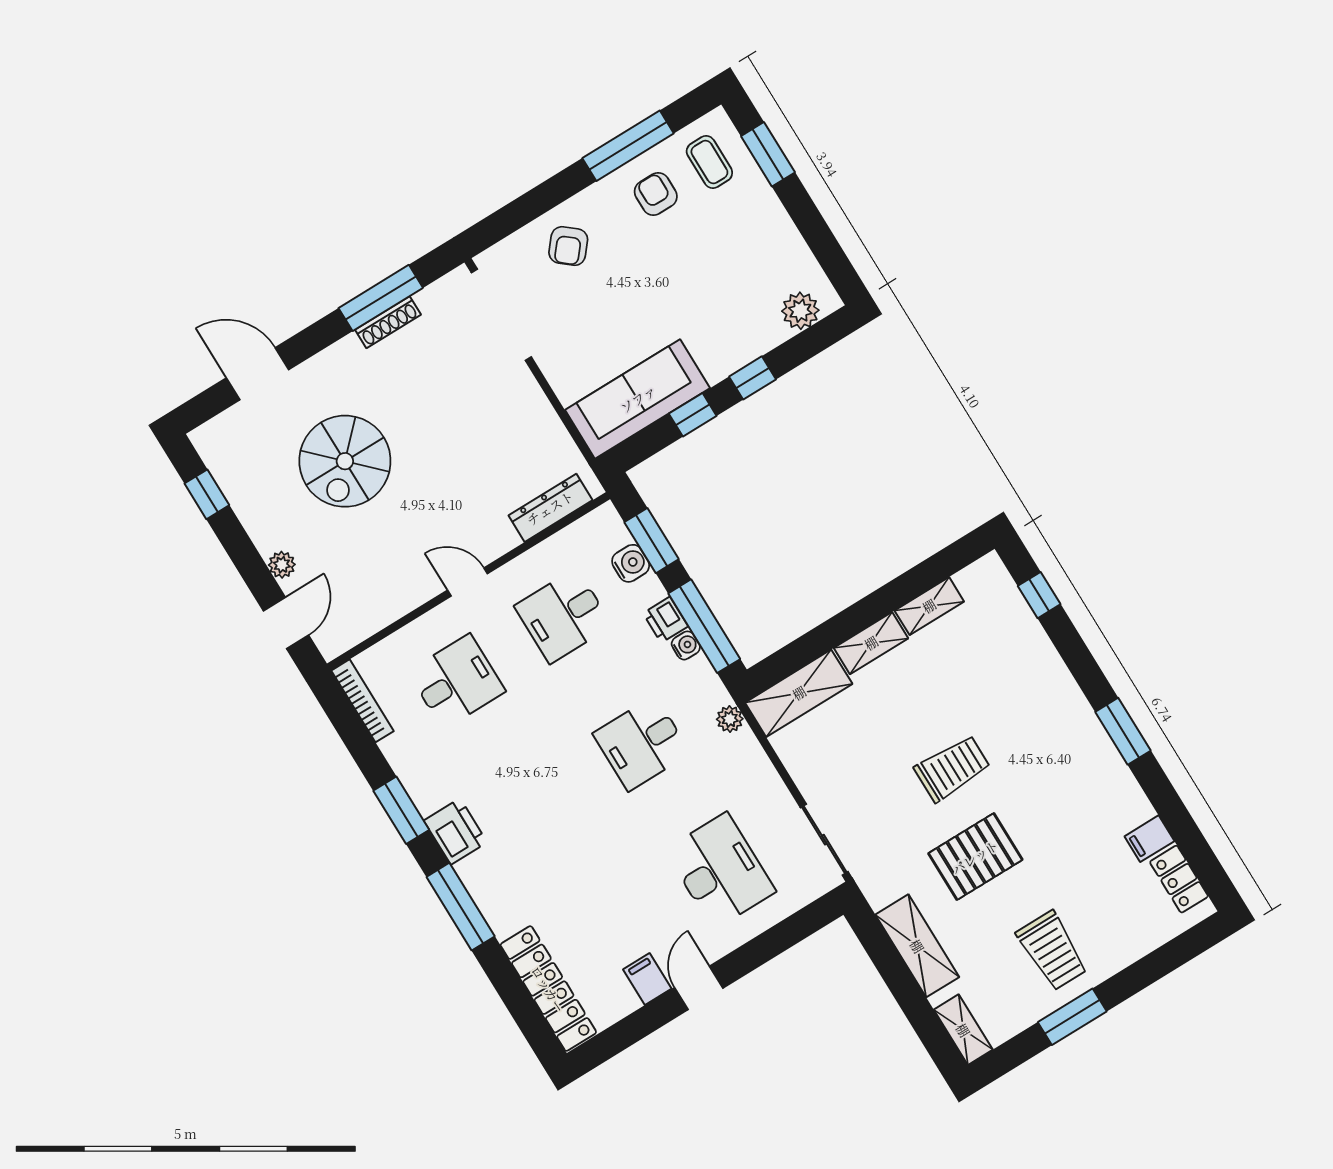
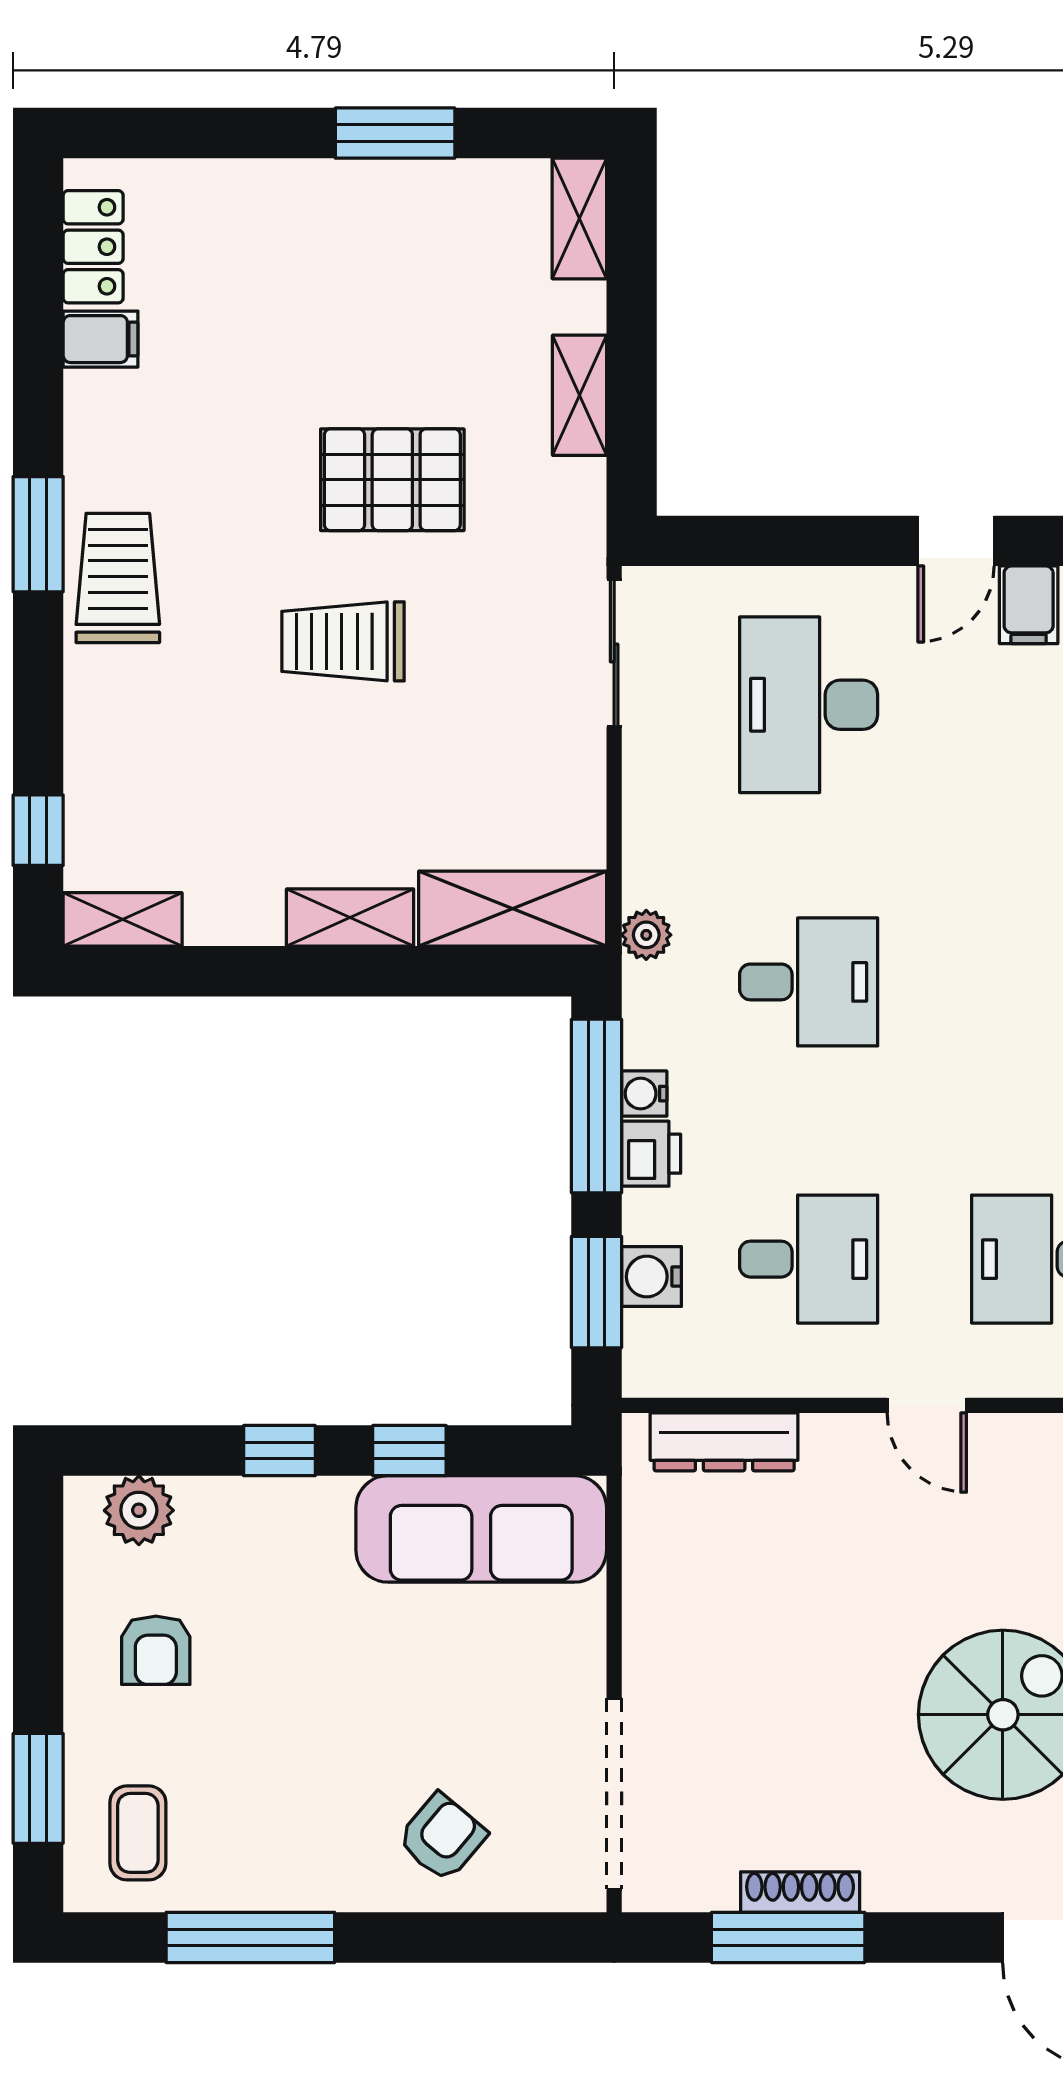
armchair: (656, 194) -> (156, 1650), moved
shelving: (929, 606) -> (123, 919), moved
shelving: (917, 946) -> (579, 395), width x0.67, depth x0.75
trolley: (1052, 951) -> (118, 578), moved

